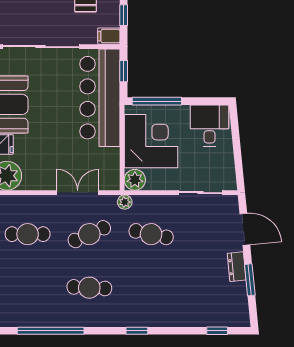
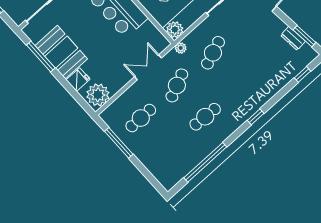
cafe table: (151, 234) -> (213, 53), turned -33
dresser: (237, 267) -> (293, 38), moved
window: (250, 280) -> (304, 36), moved

